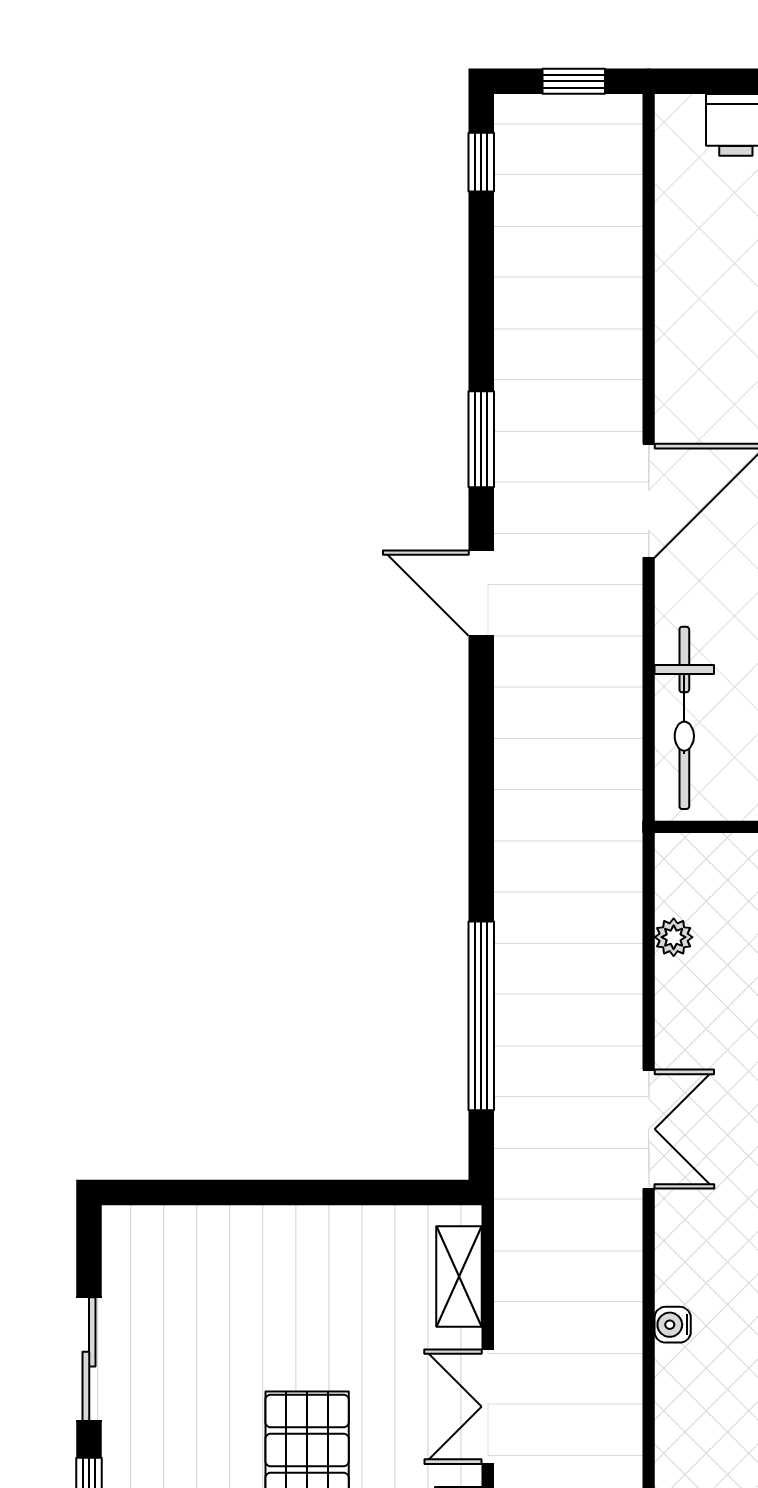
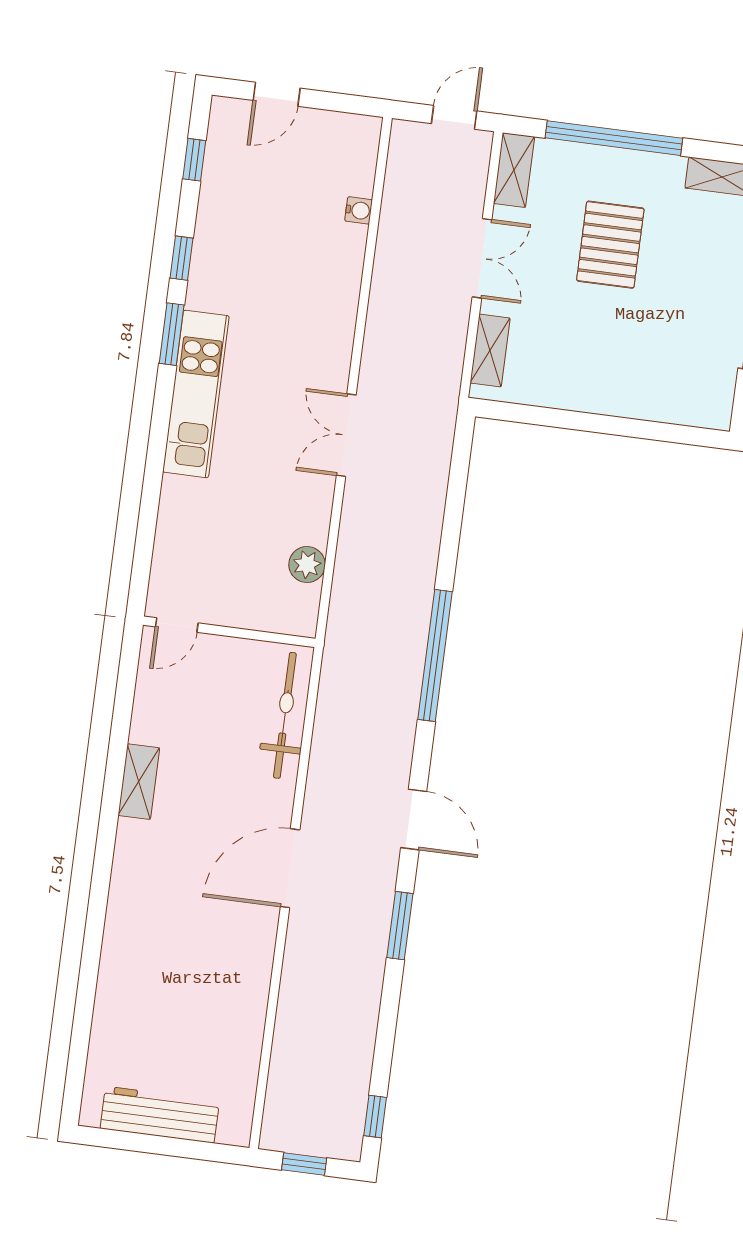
plant: (674, 937) -> (307, 565), width x1.38, depth x1.38
window: (481, 1016) -> (435, 655), moved
water cooler: (673, 1325) -> (359, 210), moved

